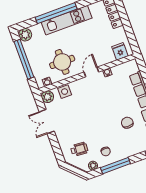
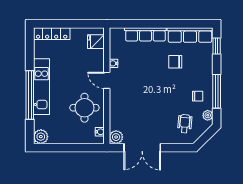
window: (24, 59) -> (67, 148), removed
side table: (65, 92) -> (117, 117), removed
double door: (47, 121) -> (142, 148), width x1.37

